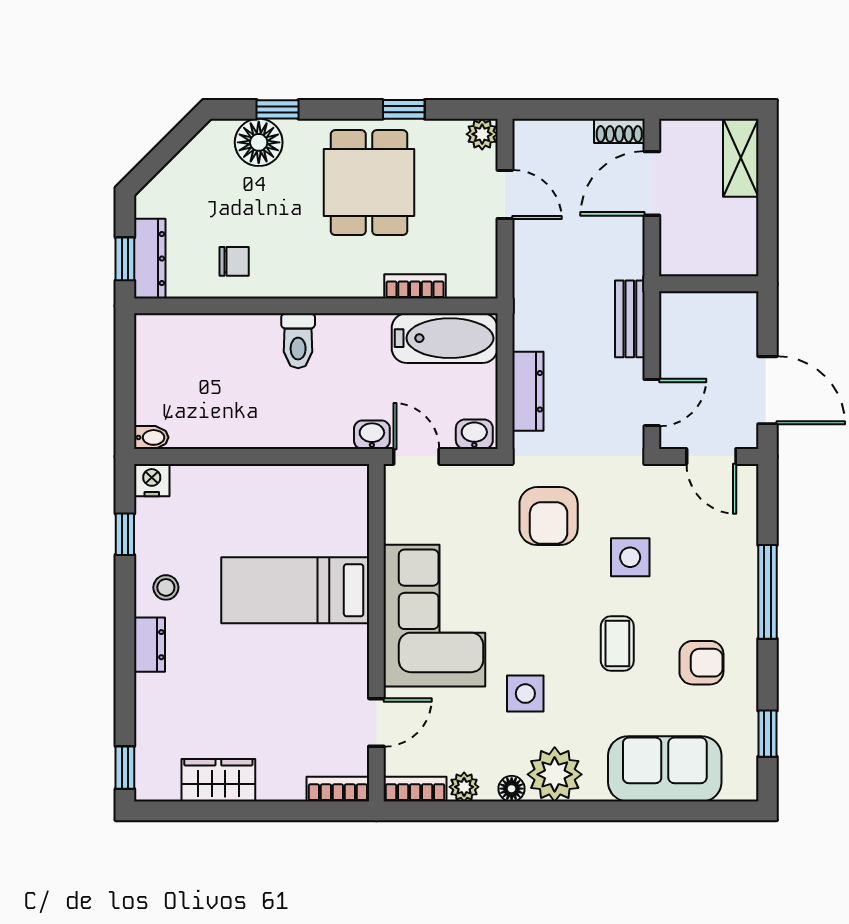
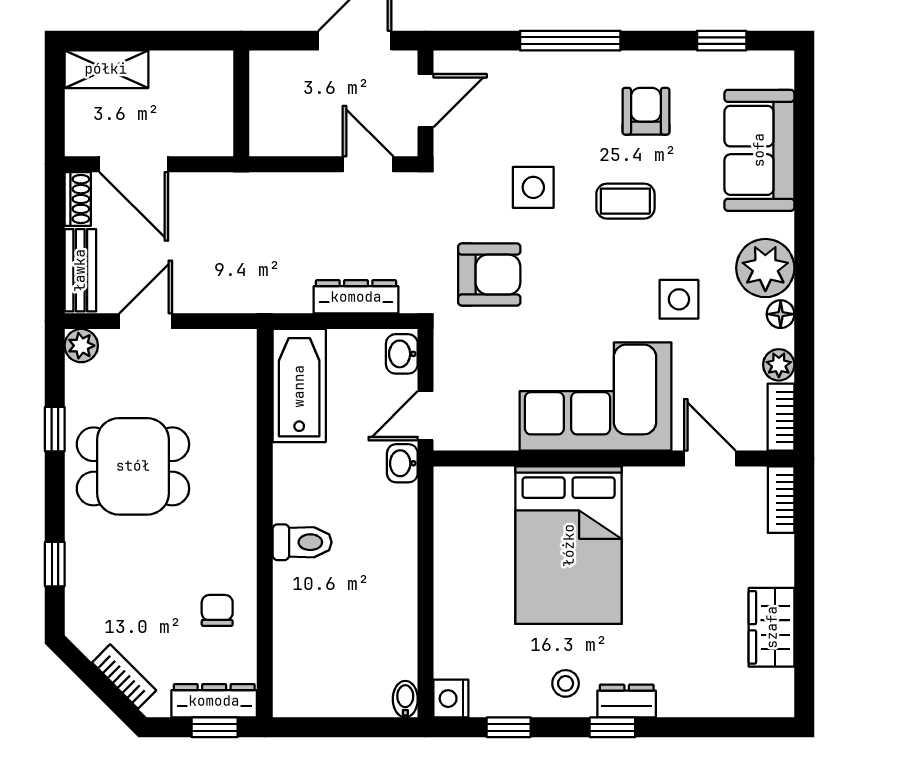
floor lamp: (259, 142) -> (90, 584), removed
bookcase: (415, 286) -> (124, 677), moved, turned 135
bench: (630, 319) -> (80, 270), moved, turned 90
bed: (295, 590) -> (569, 545), width x1.50
window: (125, 768) -> (612, 727), moved

